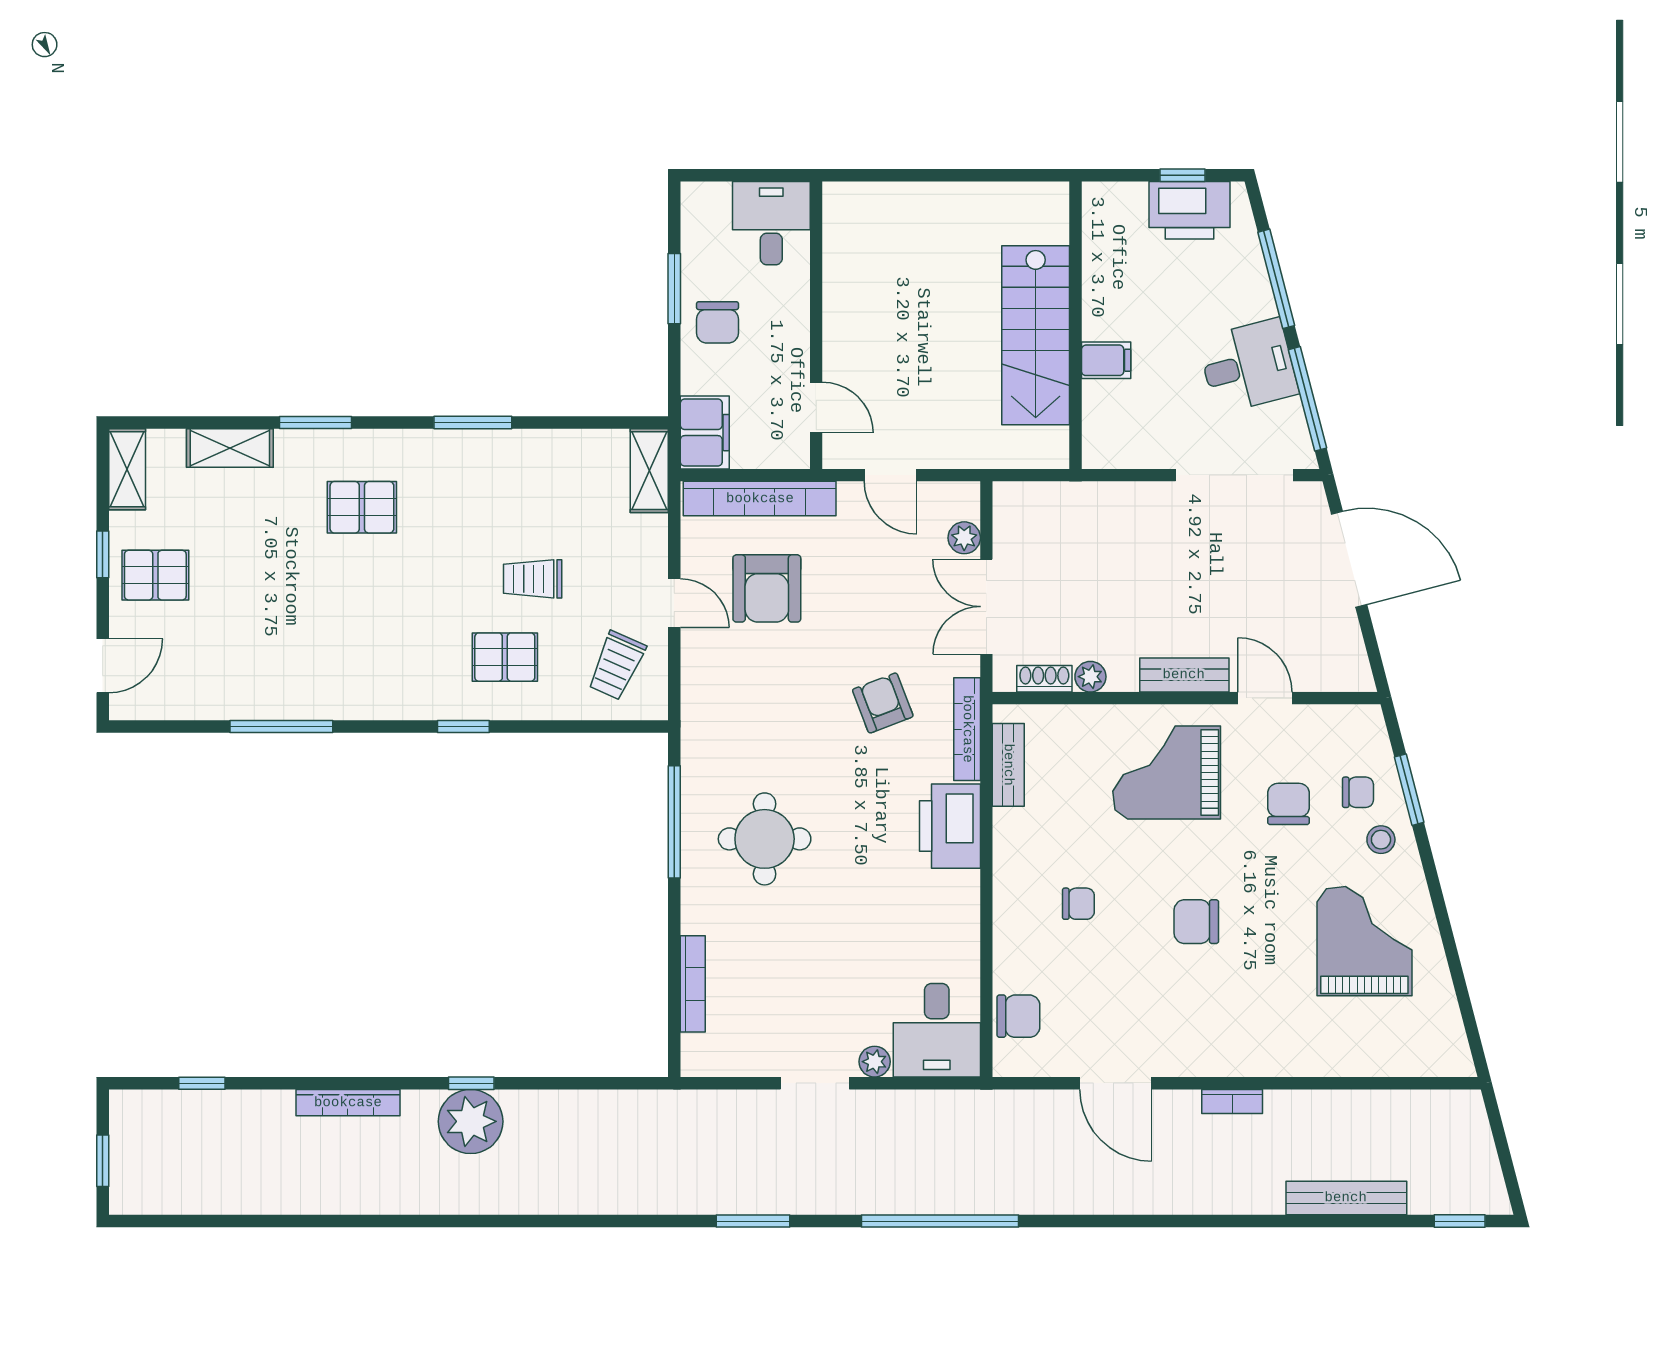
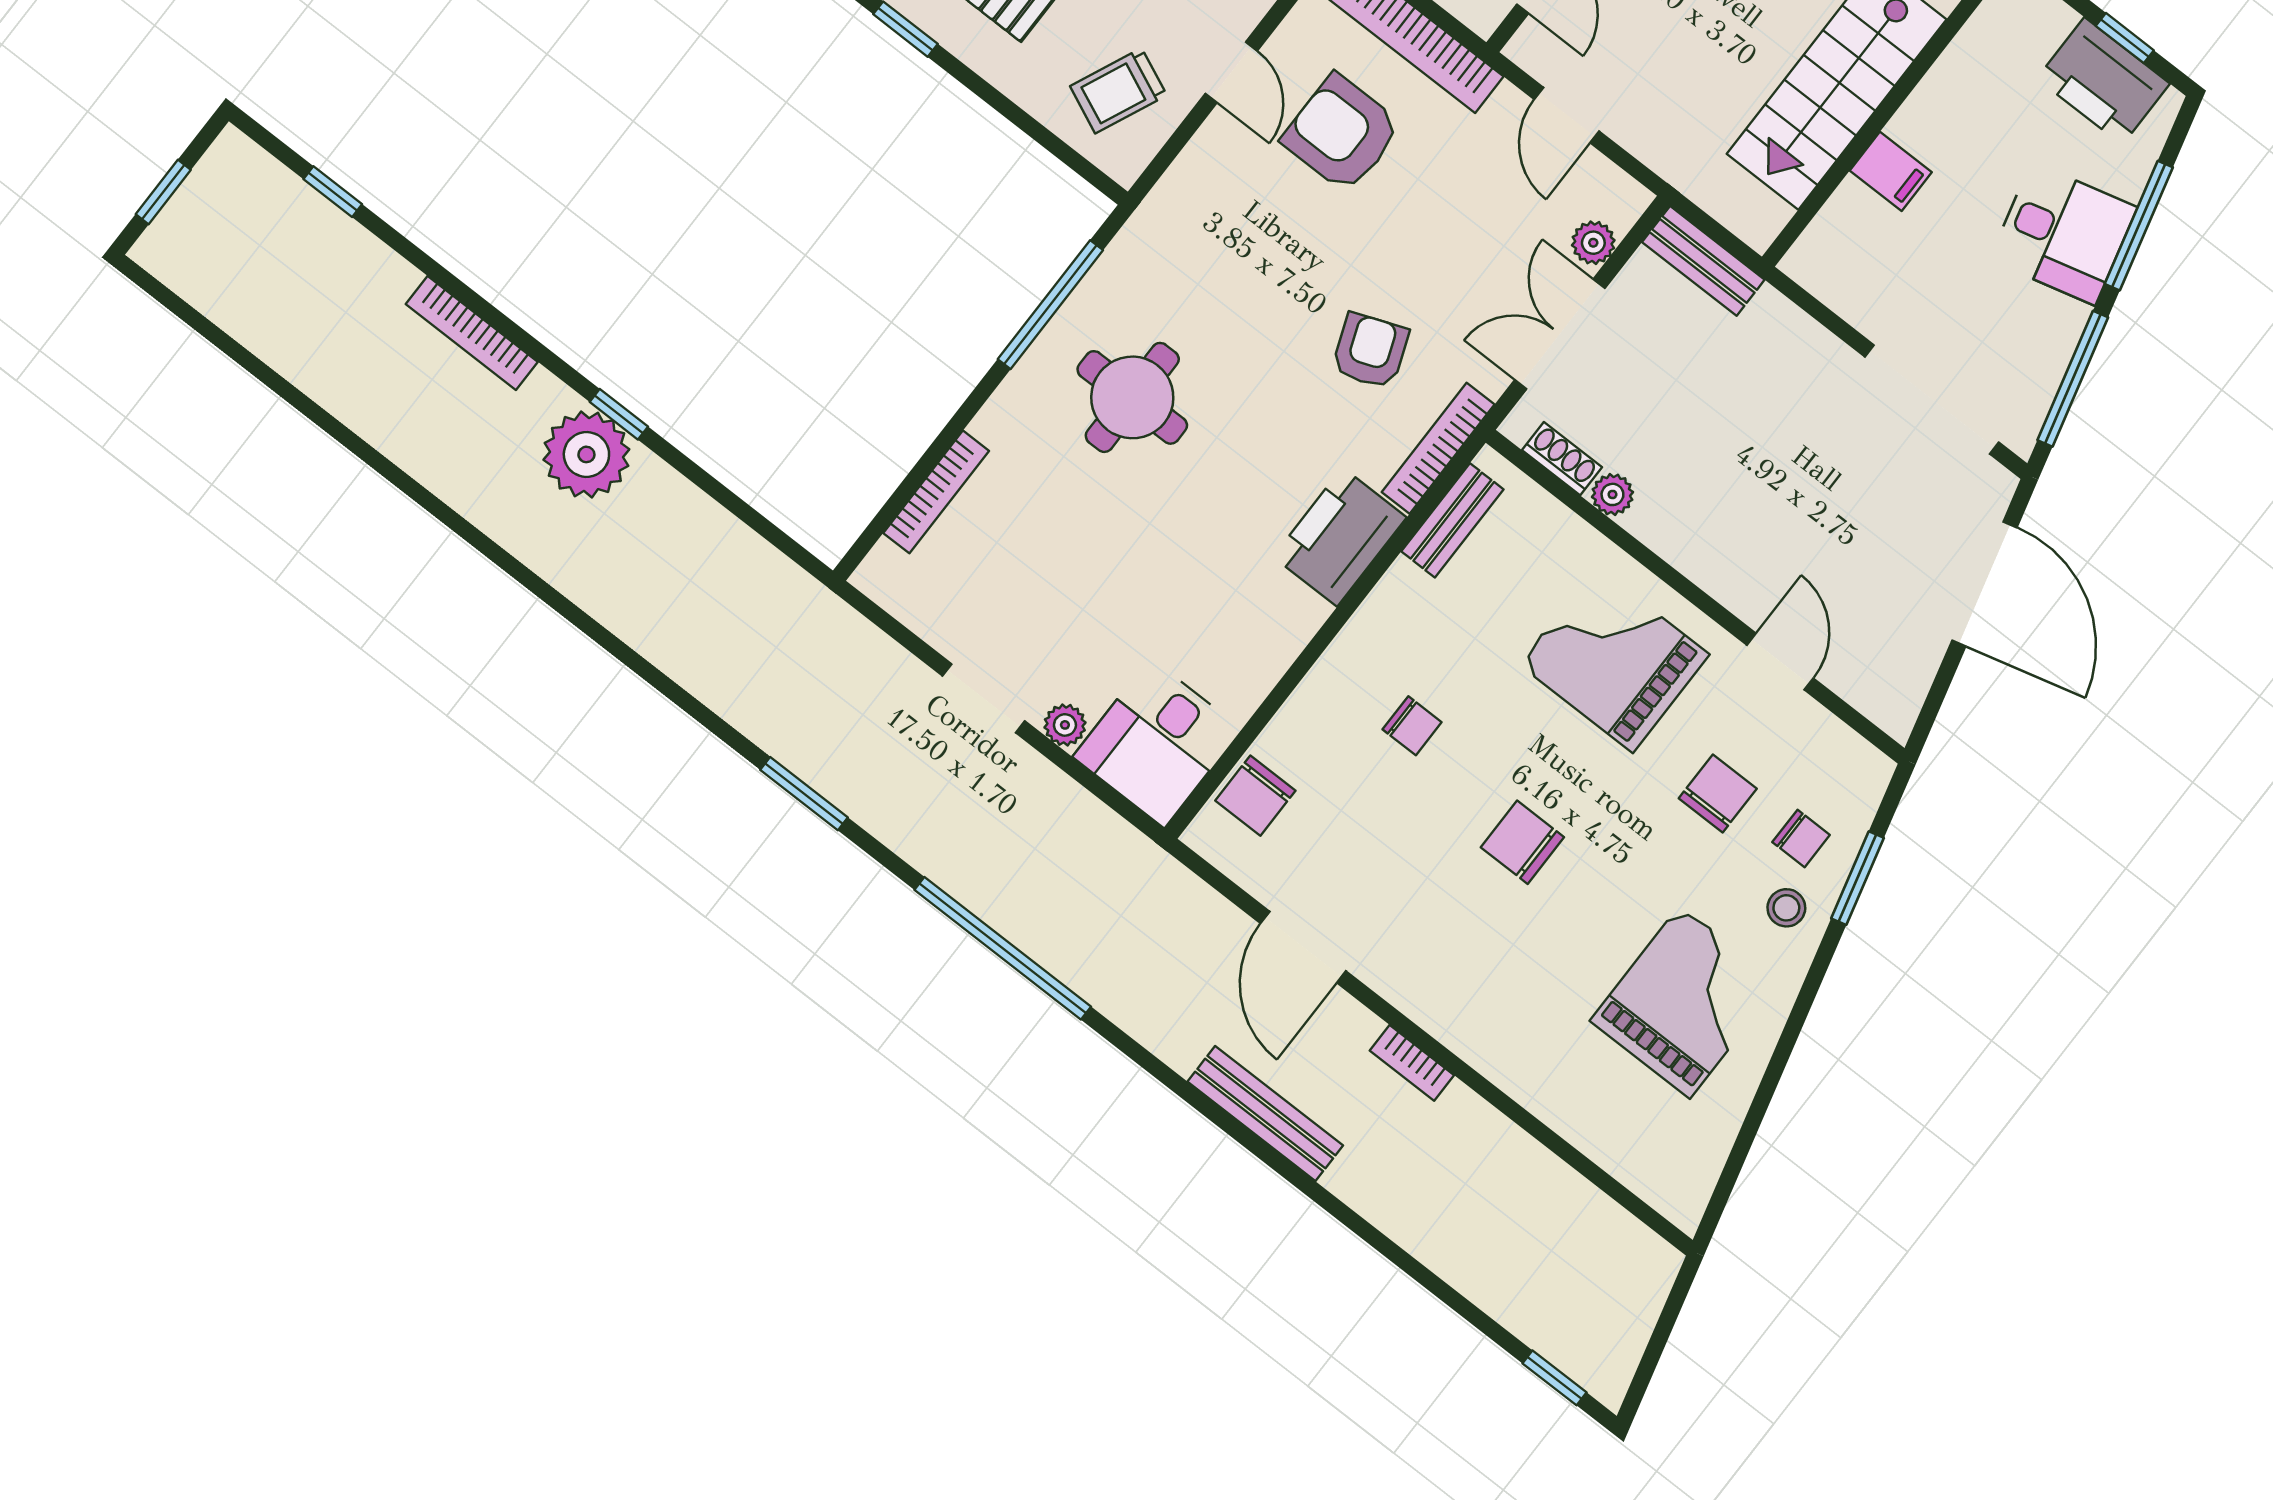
desk: (1248, 366) -> (2063, 234), moved
armchair: (767, 588) -> (1342, 133), turned 90
bench: (1184, 675) -> (1703, 261), moved
chair: (1018, 1016) -> (1255, 796), turned 90
bench: (1346, 1198) -> (1265, 1114), moved

